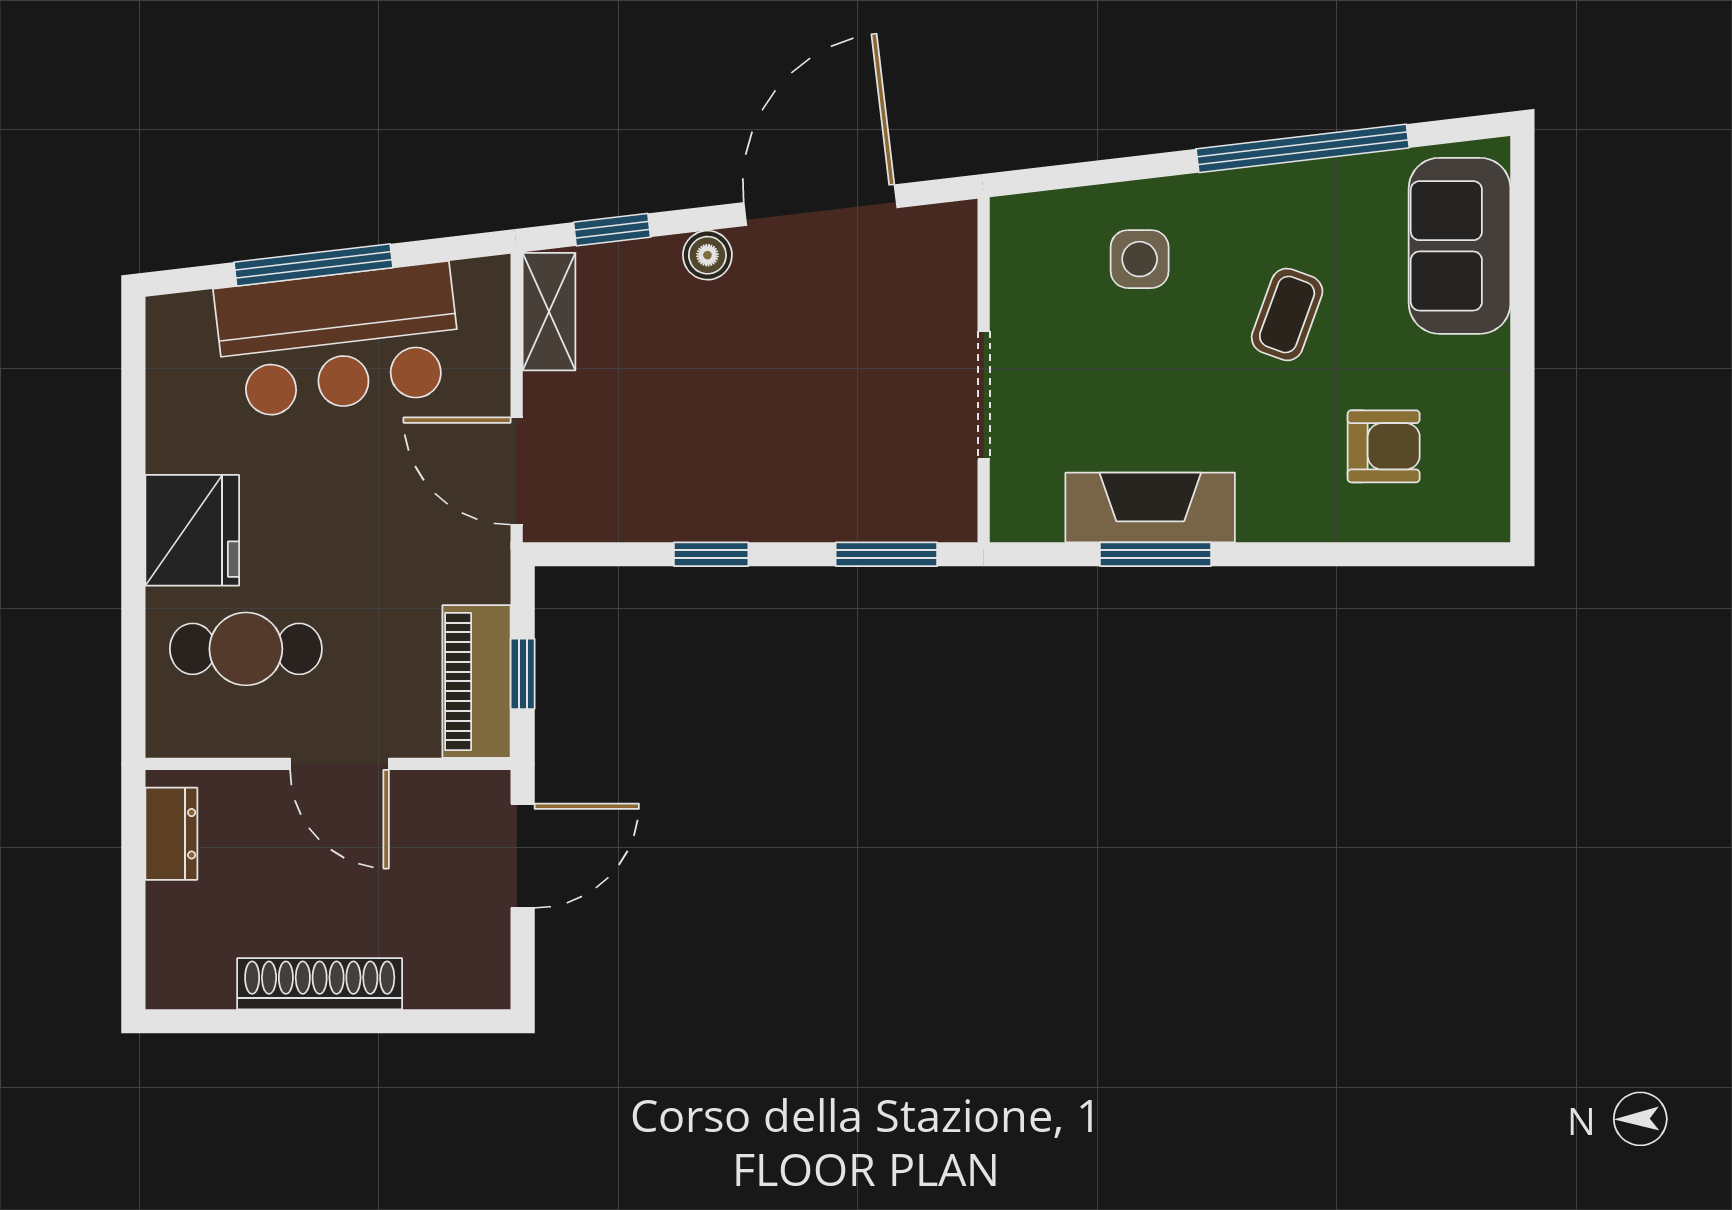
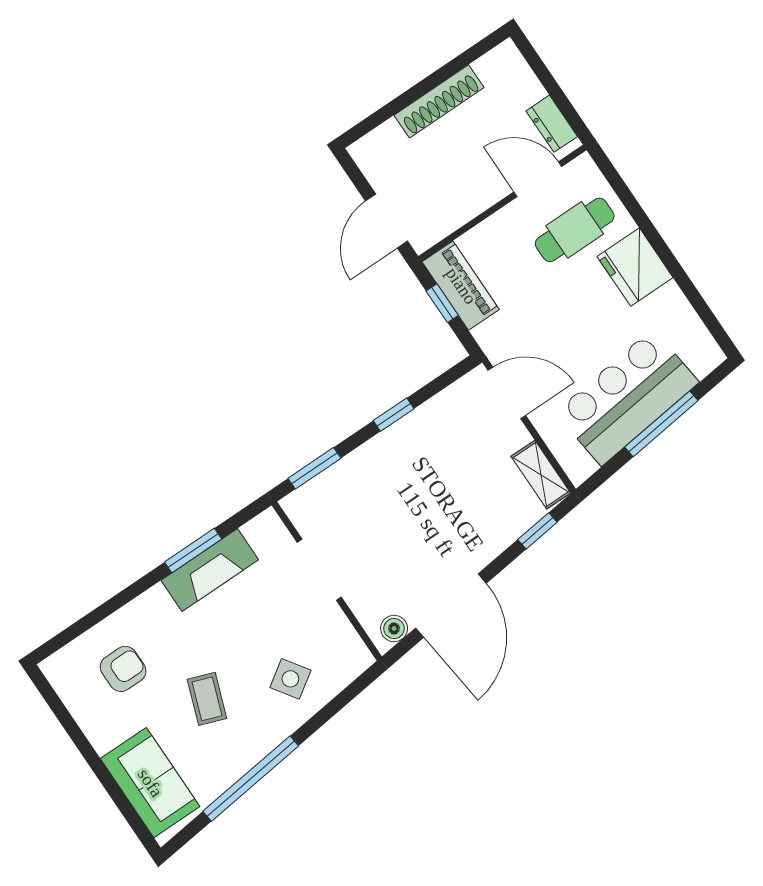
boiler: (707, 255) -> (394, 629), moved
side table: (1140, 259) -> (290, 679), turned -34
armchair: (1384, 446) -> (123, 669), turned 180
door: (339, 764) -> (538, 179), moved

